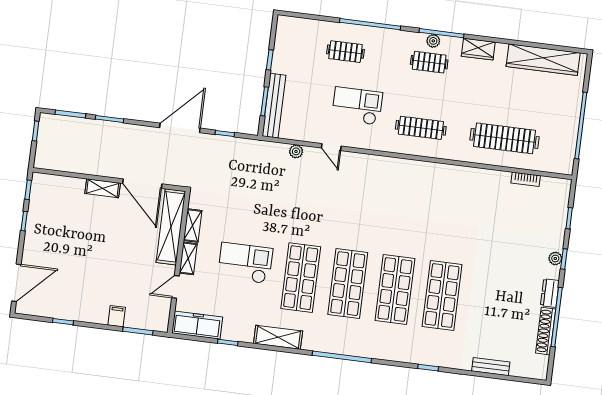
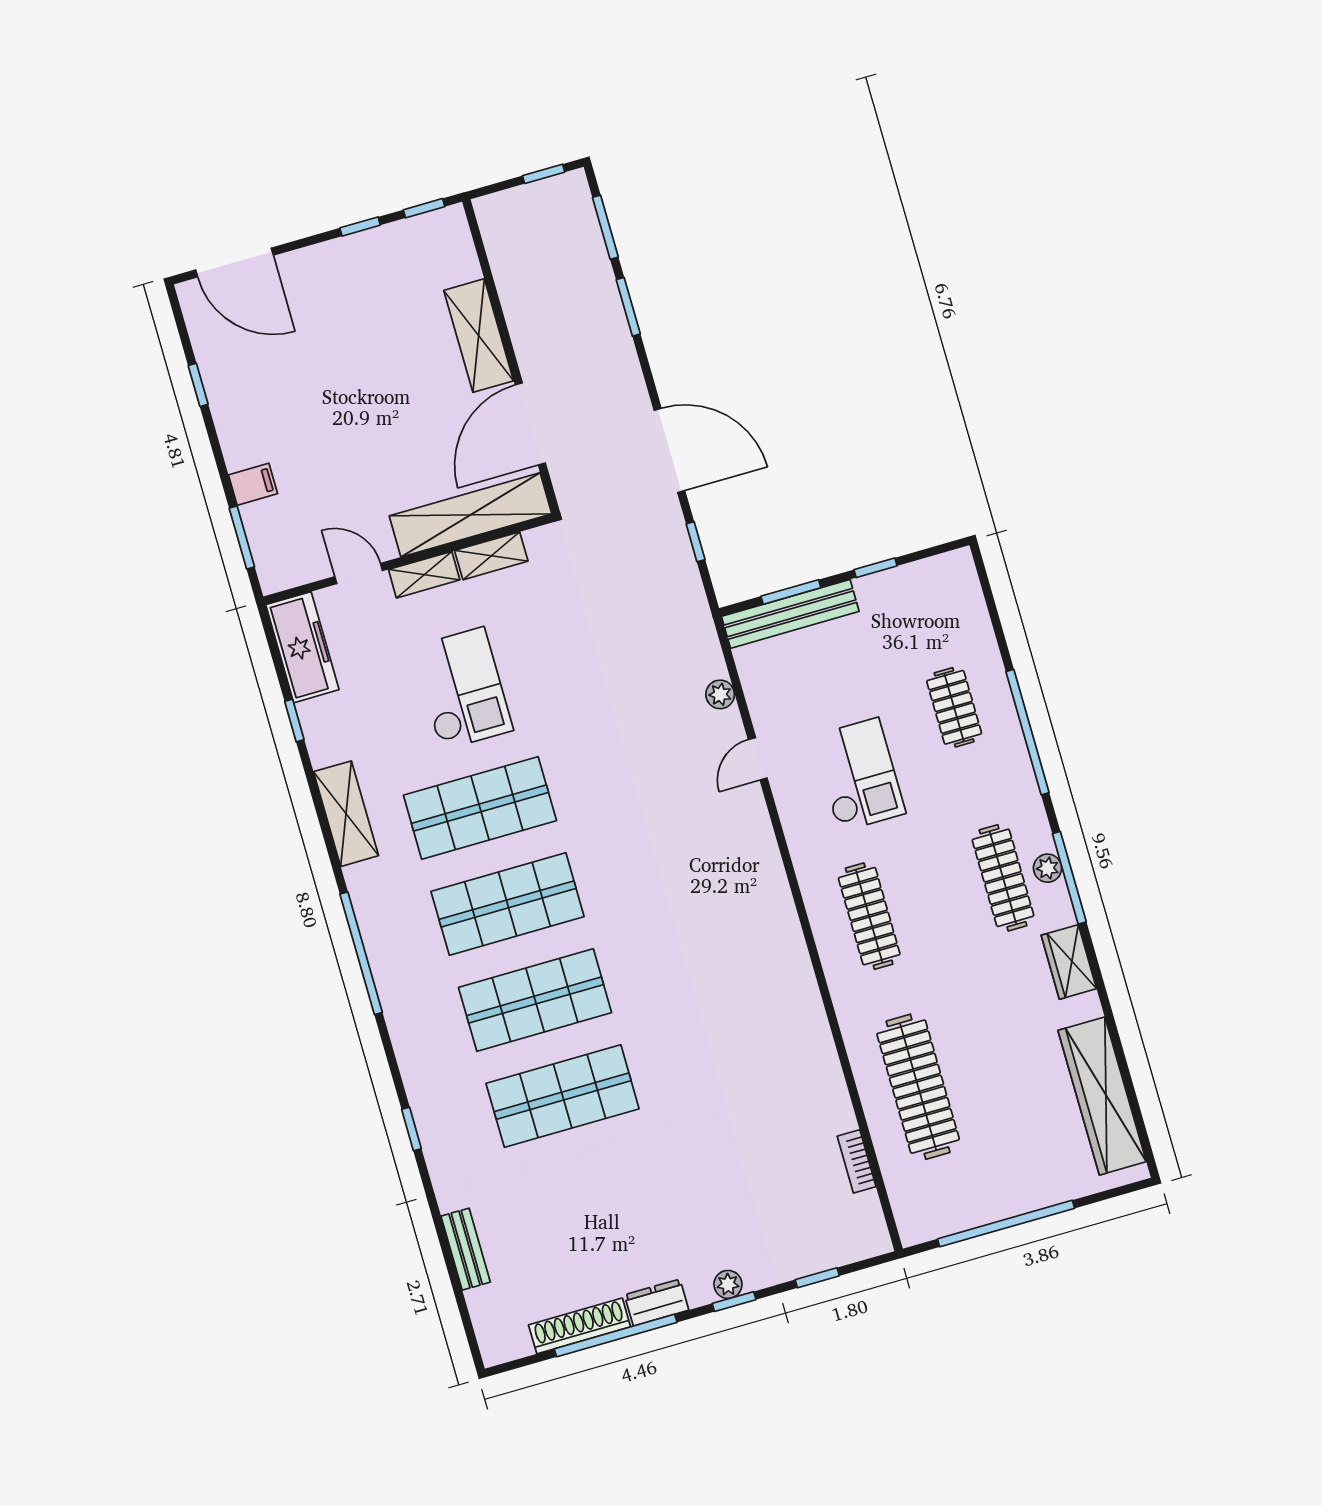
clothes rail: (429, 62) -> (1003, 878), width x1.36
shelving: (103, 188) -> (479, 336), width x1.50, depth x1.33

